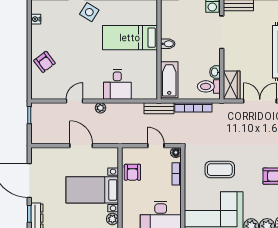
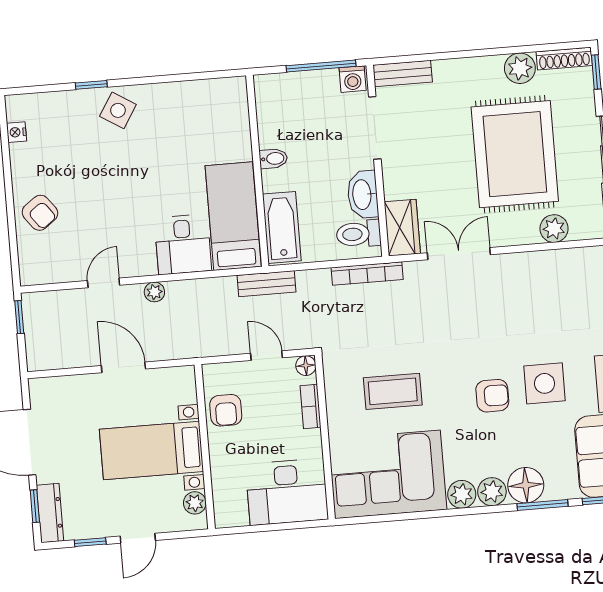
bed: (130, 38) -> (233, 216), moved, turned 90
washbasin: (215, 72) -> (363, 195), width x1.91, depth x1.45
bookcase: (193, 107) -> (367, 274), moved

